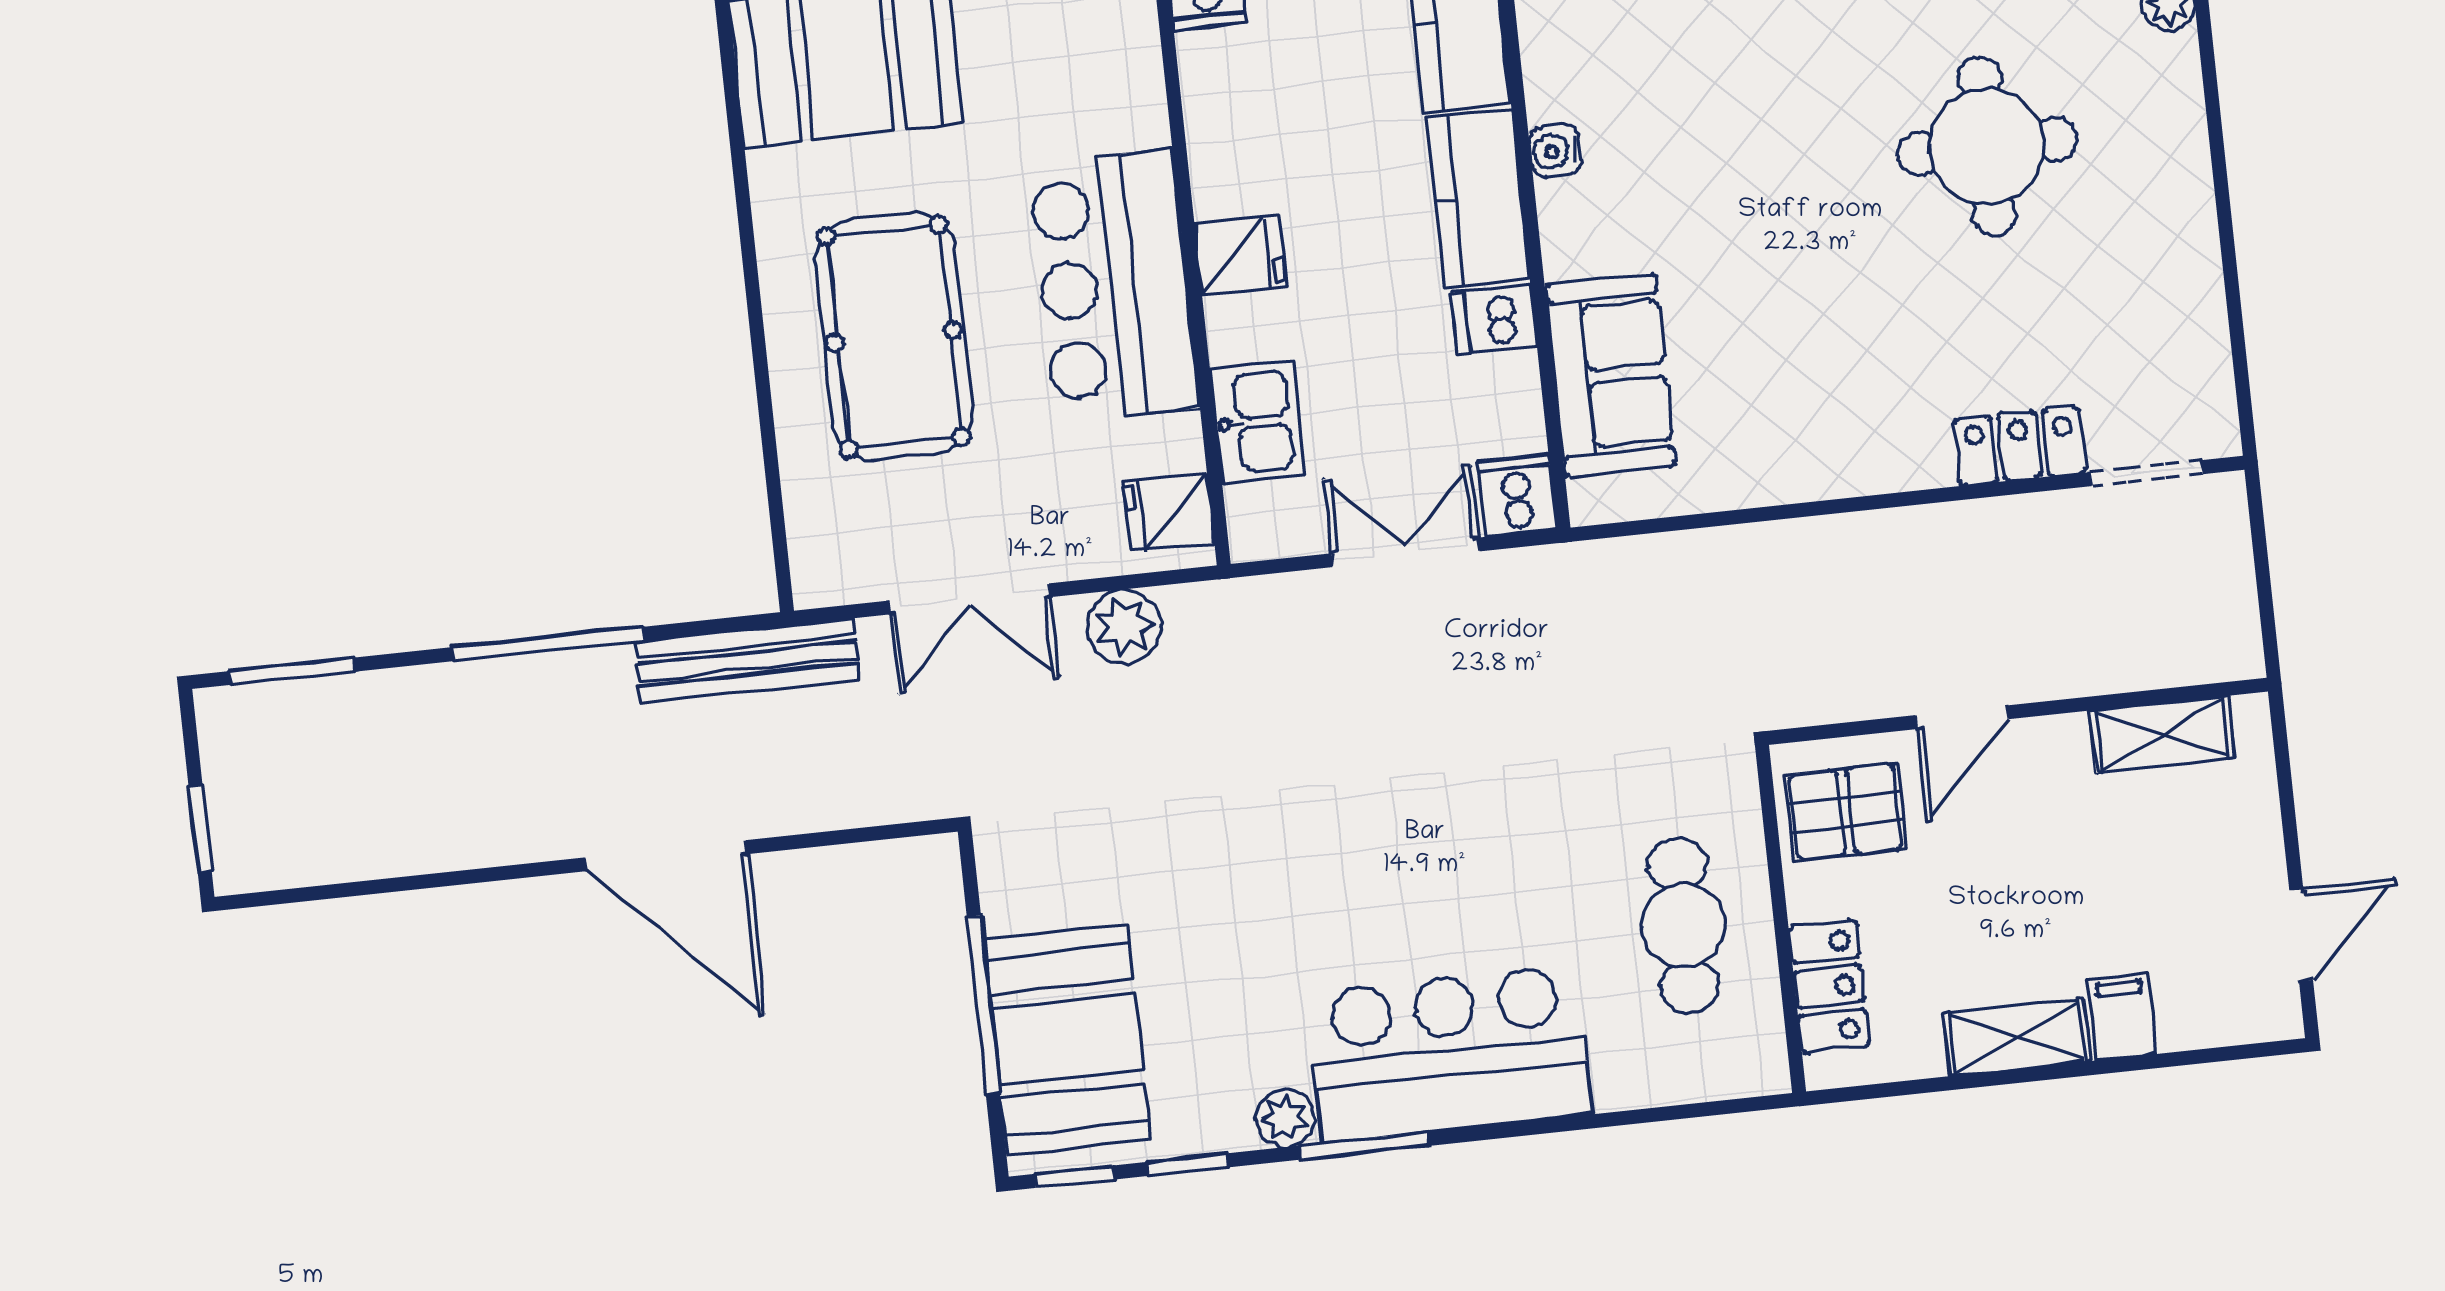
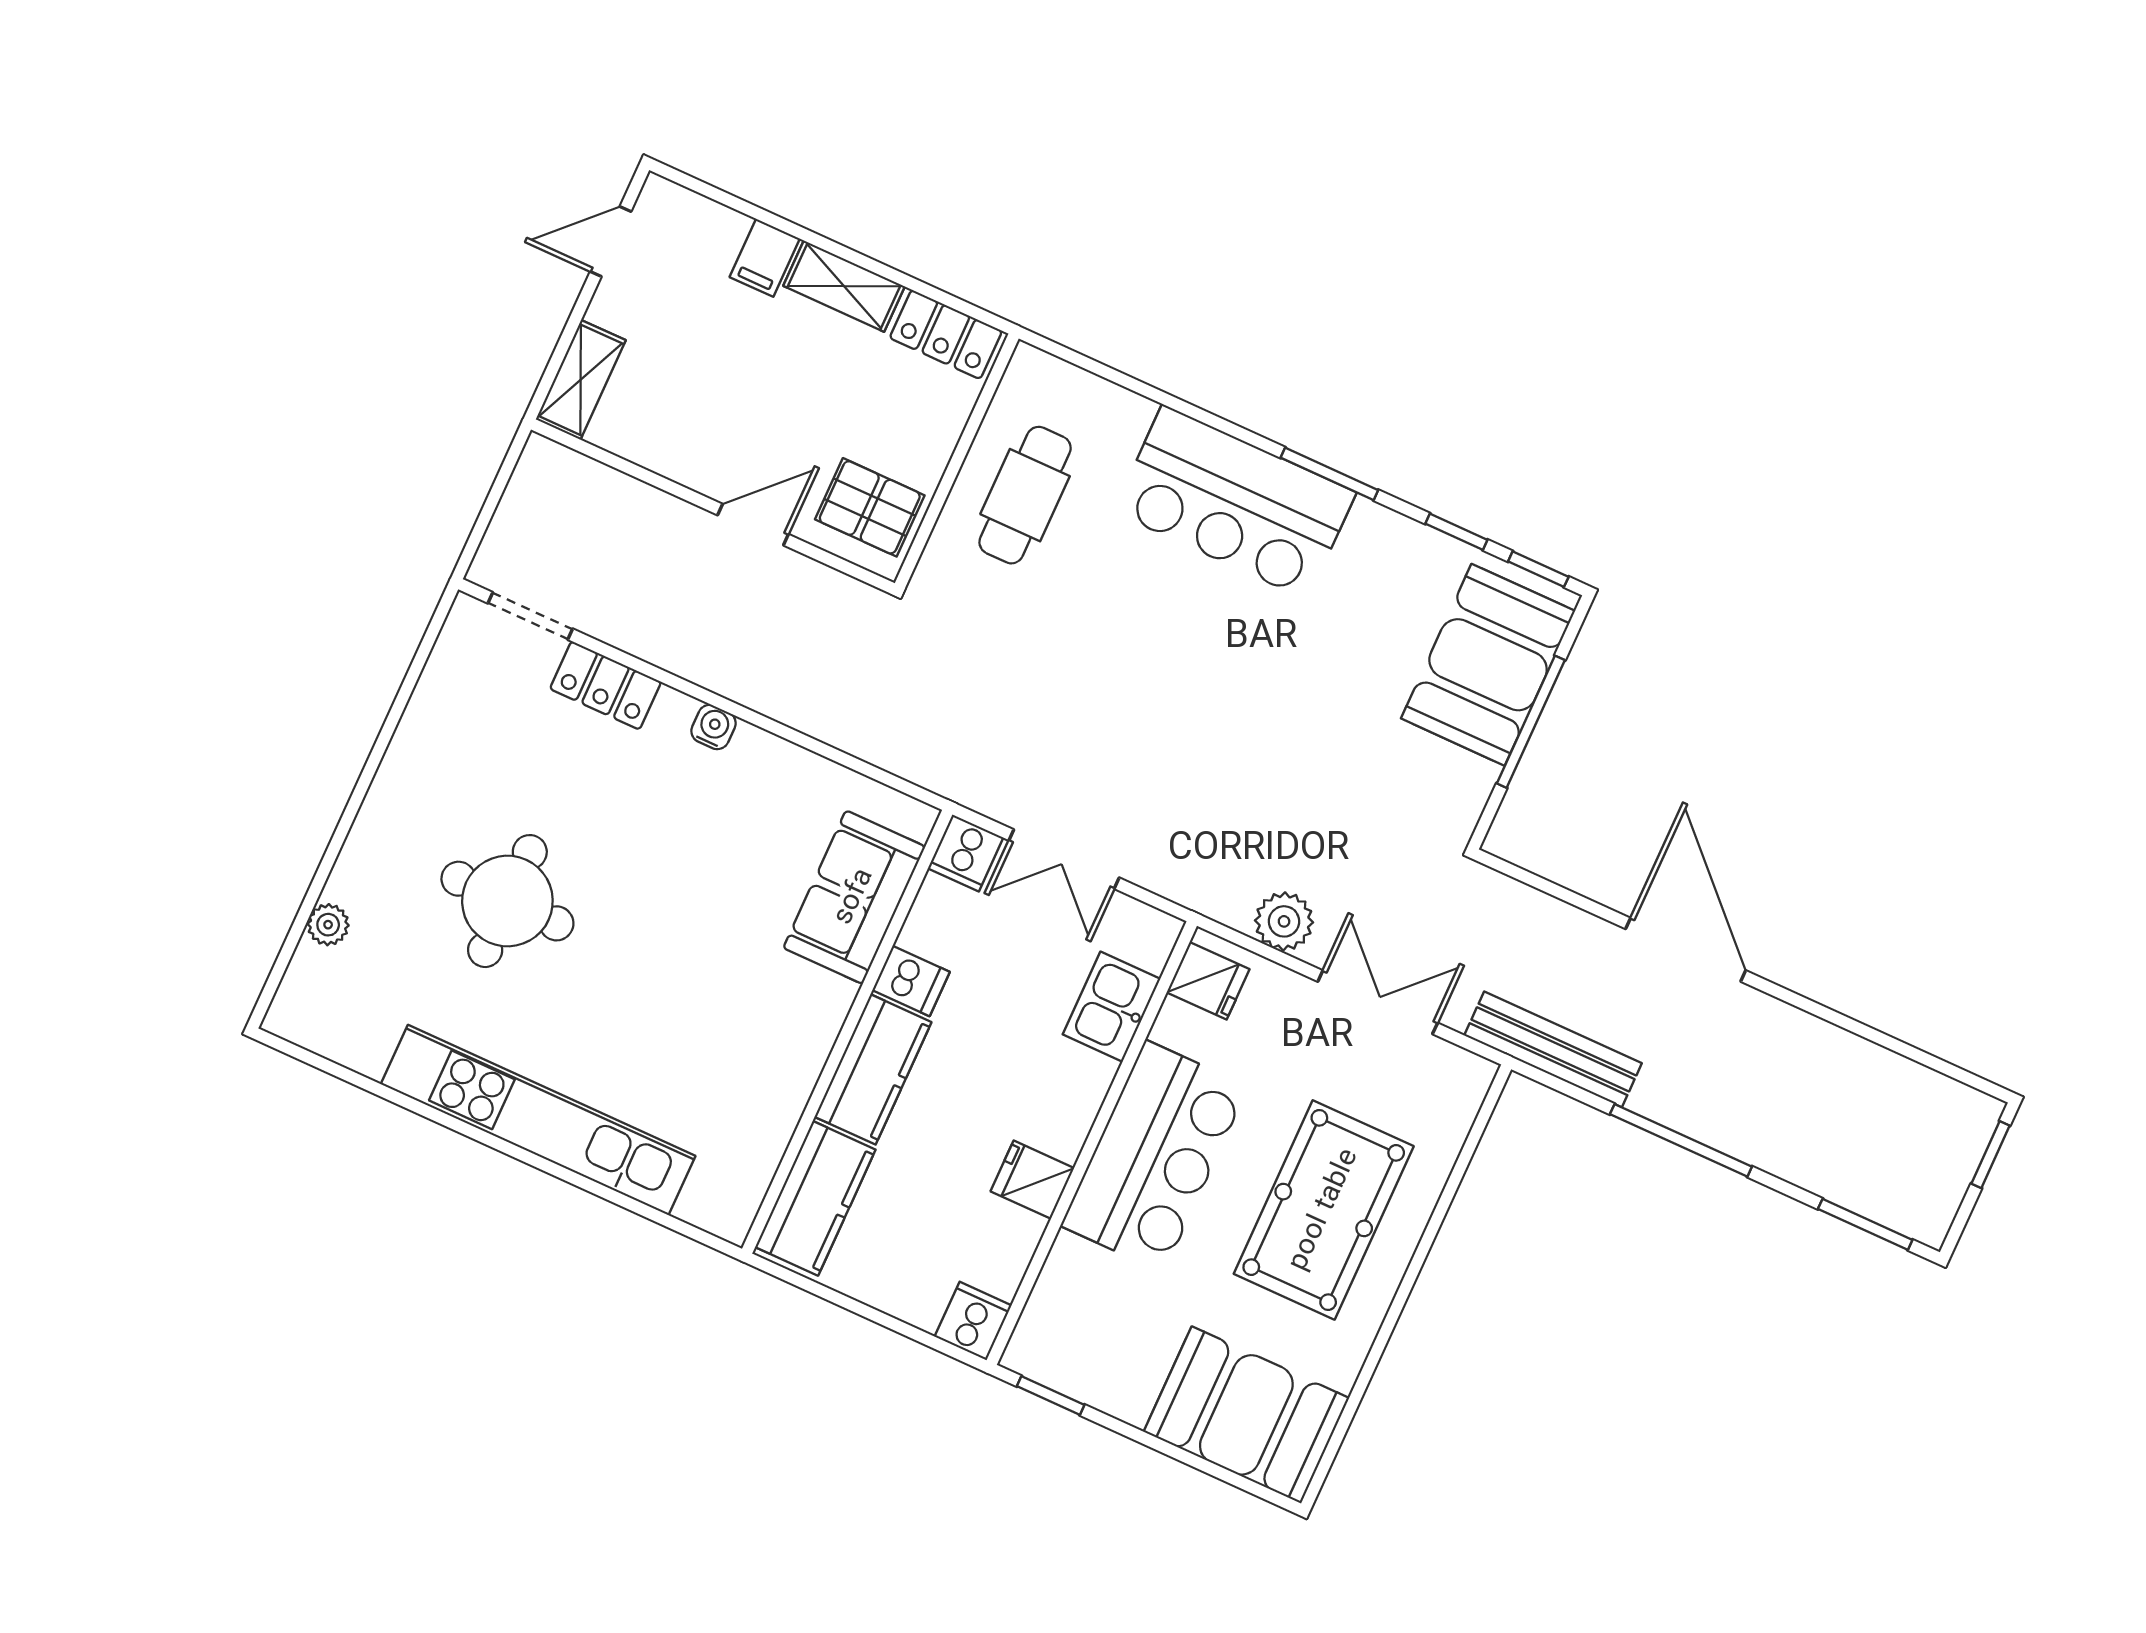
water cooler: (1555, 151) -> (713, 727), moved, turned -90
fridge: (1240, 255) -> (1032, 1180), moved
shelving: (2162, 734) -> (581, 380), moved, turned 90
locker: (1829, 986) -> (946, 334), moved, turned -90
plant: (1285, 1118) -> (1372, 524), removed

